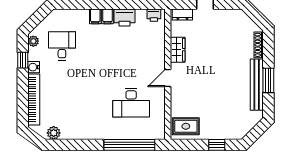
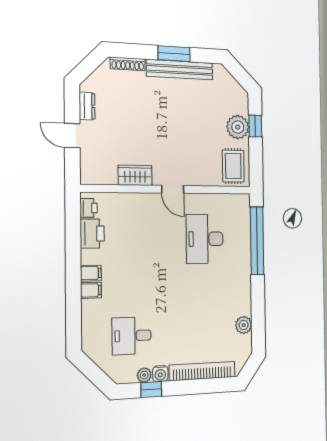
dresser: (182, 15) -> (87, 106), moved
printer: (124, 18) -> (92, 234), moved
plant: (33, 41) -> (144, 375), moved
desk: (131, 103) -> (205, 239), turned 180
plant: (215, 130) -> (238, 127), added
plant: (54, 133) -> (244, 325), moved

